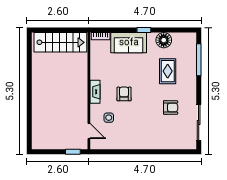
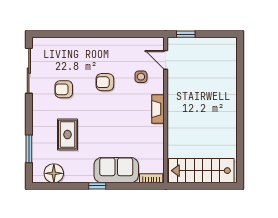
floor lamp: (164, 40) -> (54, 173), moved
window: (199, 60) -> (29, 149), width x0.69
armchair: (124, 94) -> (105, 82), moved, turned 90

